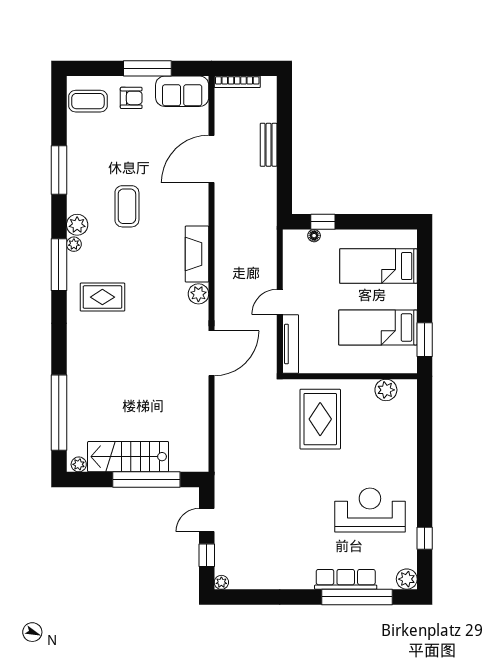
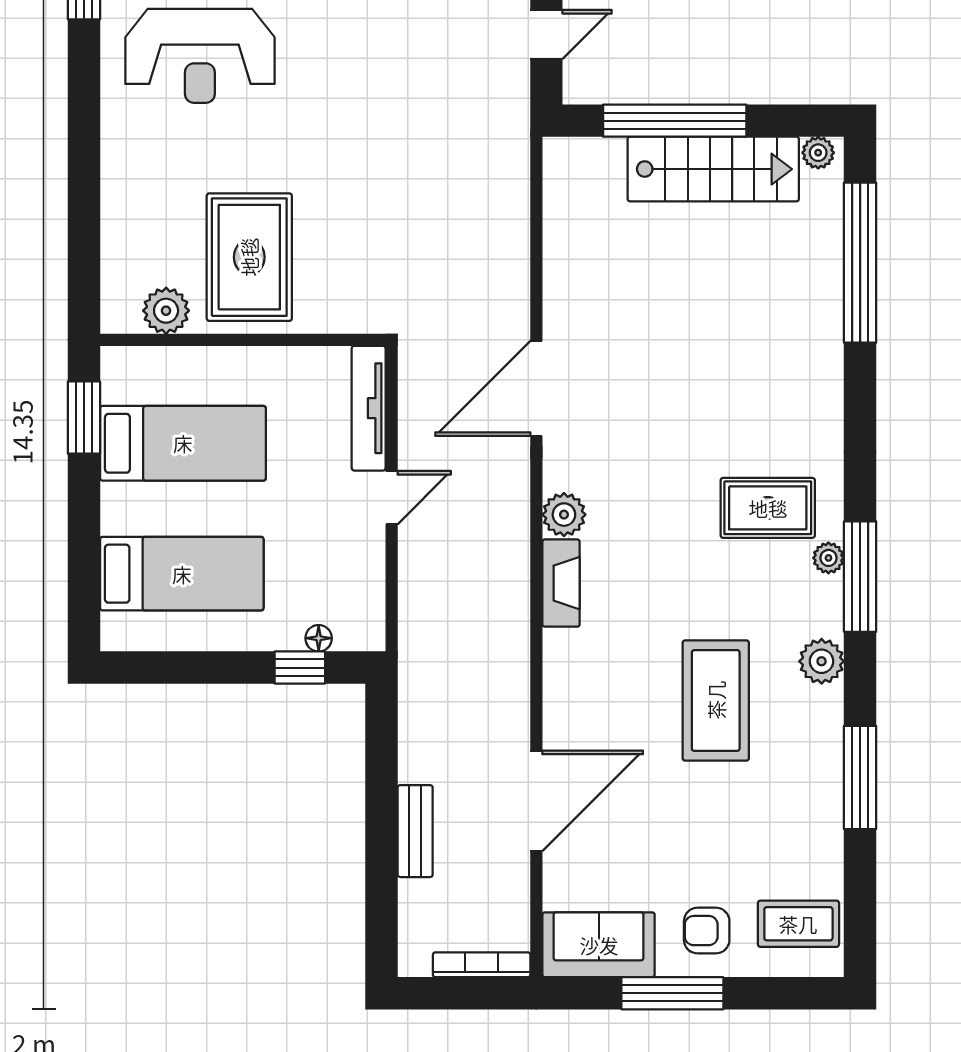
coffee table: (127, 206) -> (716, 700), width x1.36, depth x1.32
plant: (74, 244) -> (828, 558), moved
fireplace: (197, 254) -> (561, 583), width x0.73, depth x0.76
rug: (320, 419) -> (249, 257), moved

